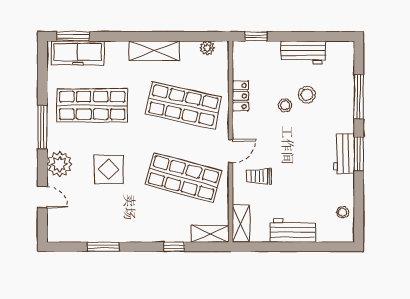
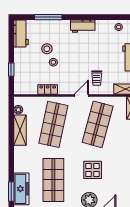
window: (256, 36) -> (11, 70), moved
shelving: (154, 51) -> (20, 130), moved
workbench: (303, 52) -> (21, 33), moved
door: (231, 151) -> (81, 95), hinge flipped
window: (359, 154) -> (83, 17), removed

